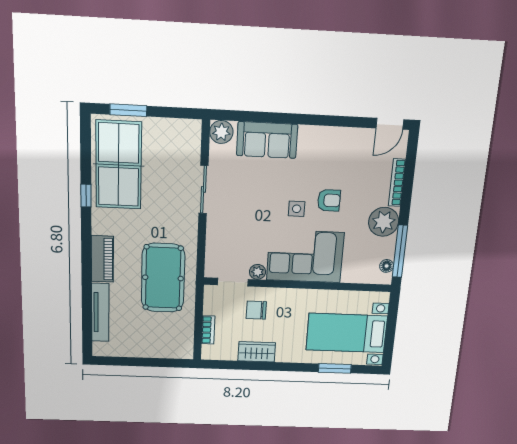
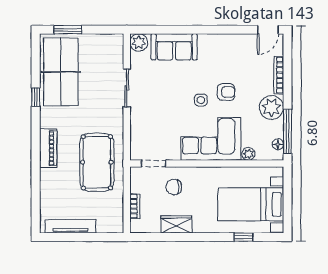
plant: (258, 272) -> (248, 154), moved
tv unit: (100, 312) -> (71, 226), moved, turned -90
window: (335, 368) -> (244, 237), width x0.67

